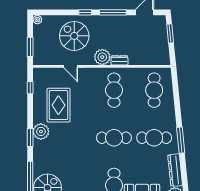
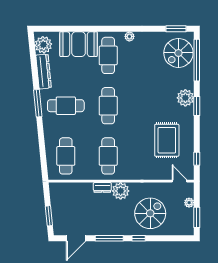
plant: (37, 20) -> (189, 203), moved
spiral stairs: (74, 36) -> (150, 213), turned -90
window: (30, 47) -> (197, 217), moved
door: (71, 66) -> (179, 181), moved
plant: (41, 131) -> (185, 98), moved
cafe table: (114, 138) -> (108, 106), turned 90

